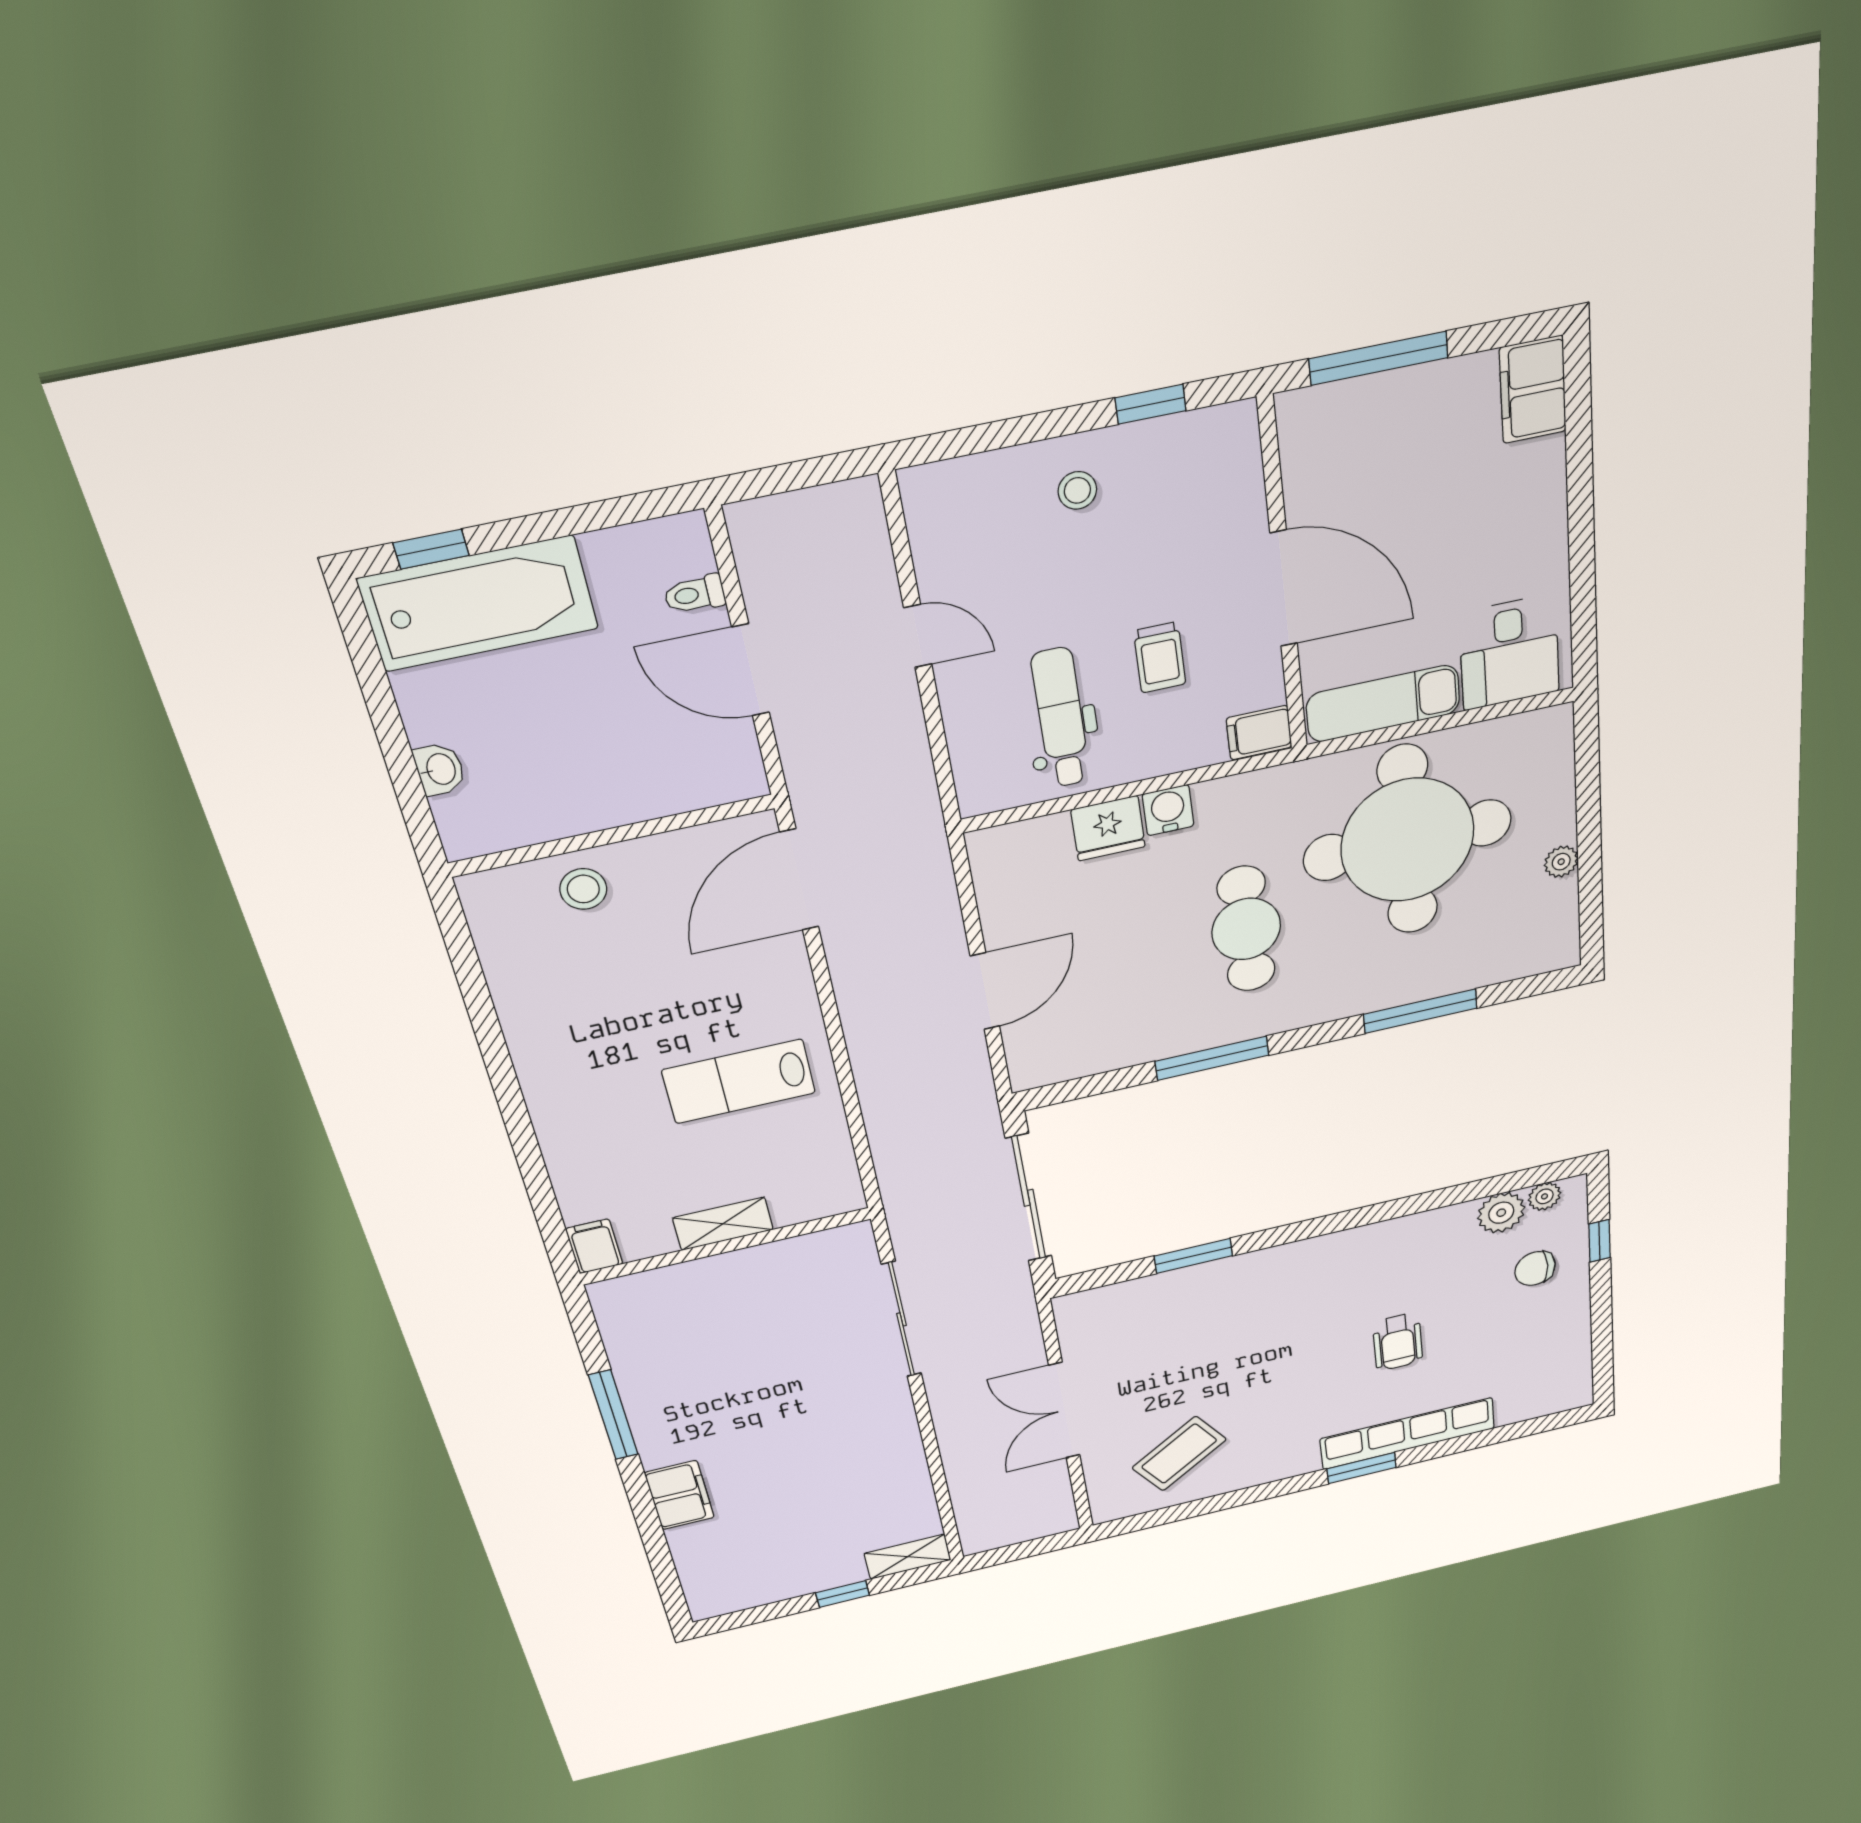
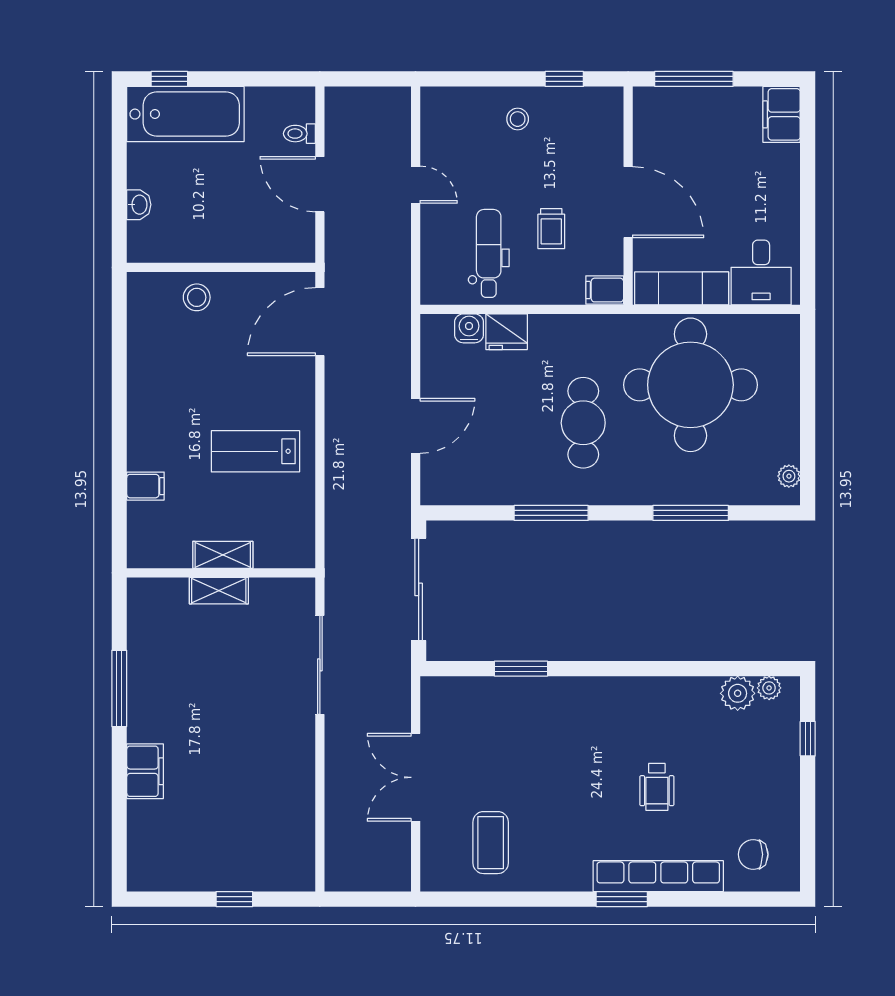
water cooler: (1168, 810) -> (469, 328), moved
plant: (1561, 862) -> (789, 476), moved
filing cabinet: (594, 1246) -> (145, 486), moved, turned 90
chair: (1535, 1268) -> (753, 854), moved
coffee table: (1179, 1454) -> (491, 843), turned -56
shelving: (908, 1557) -> (219, 591), moved

